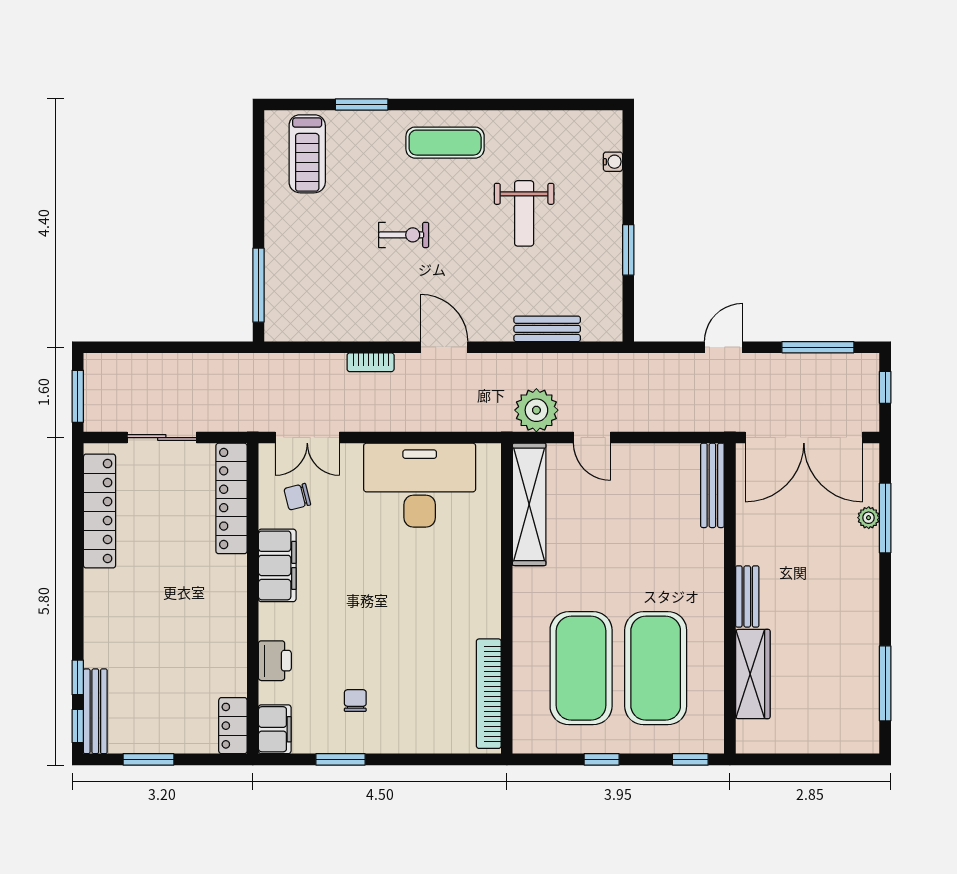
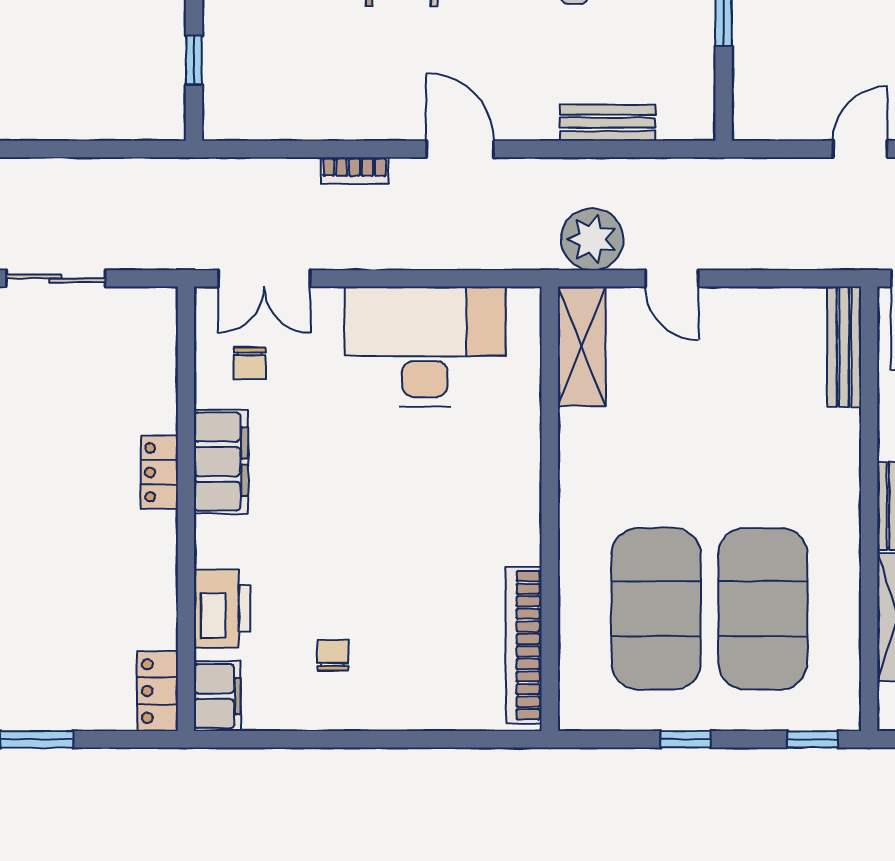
window: (258, 285) -> (194, 60), width x0.46
chair: (297, 497) -> (250, 363), turned -76
locker: (231, 498) -> (159, 472), moved, width x0.46, depth x0.83
shelving: (529, 504) -> (582, 346), width x0.68
printer: (275, 661) -> (222, 609), width x1.37, depth x1.19
window: (341, 759) -> (312, 739), removed

